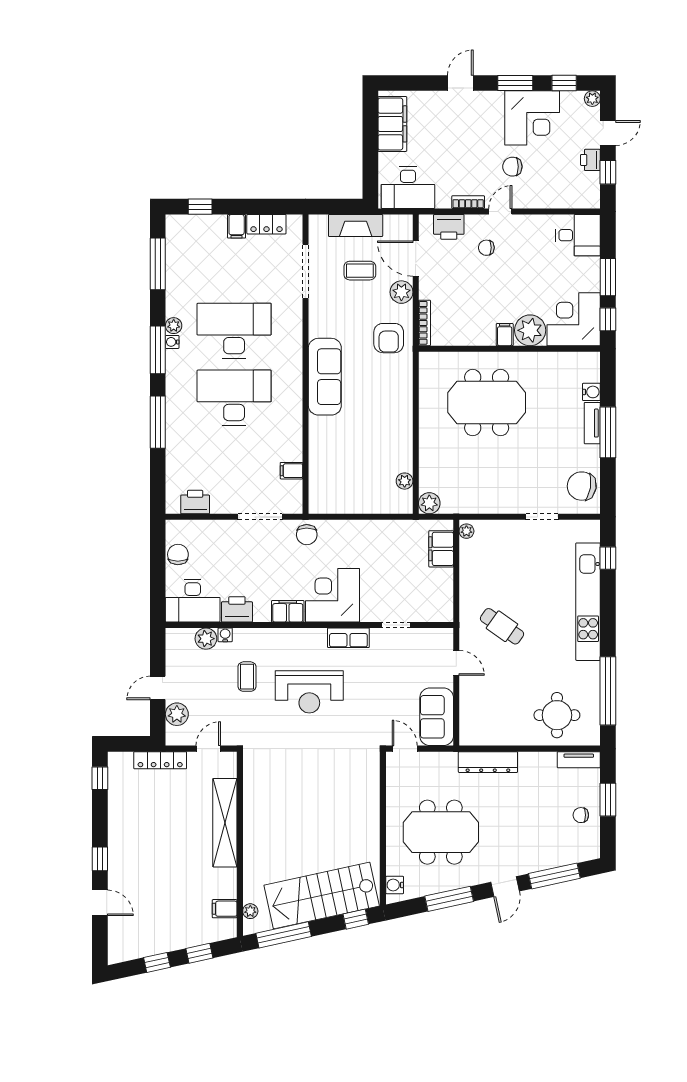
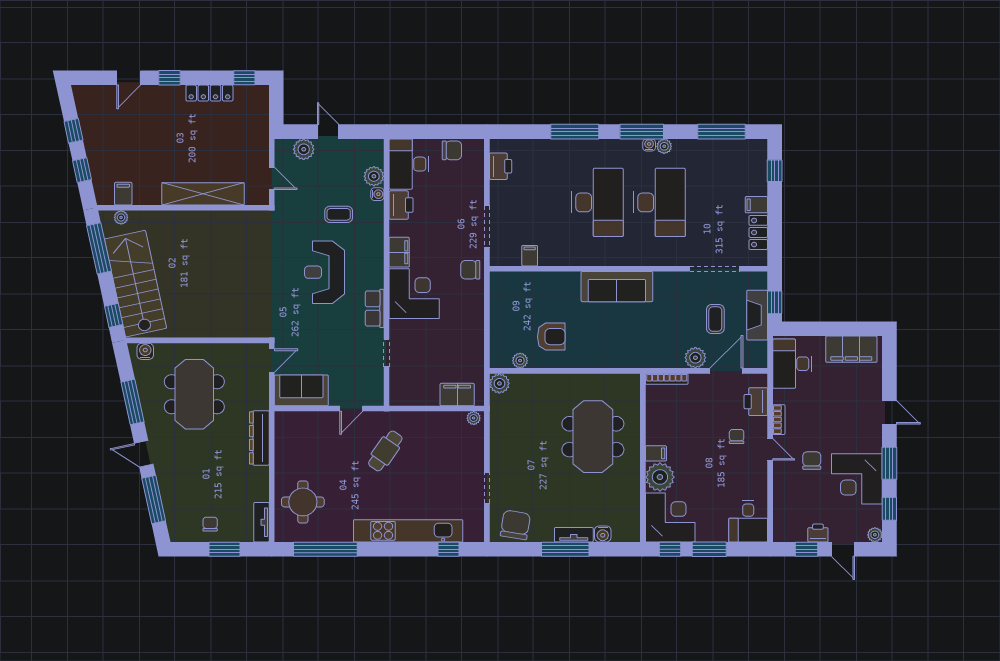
window: (342, 207) -> (775, 302), added
armchair: (389, 338) -> (551, 337), moved, turned 180
locker: (160, 760) -> (209, 93), moved, turned -90

